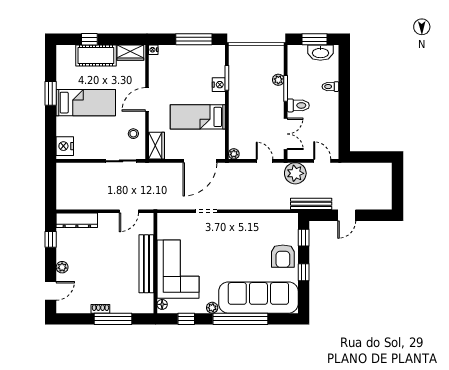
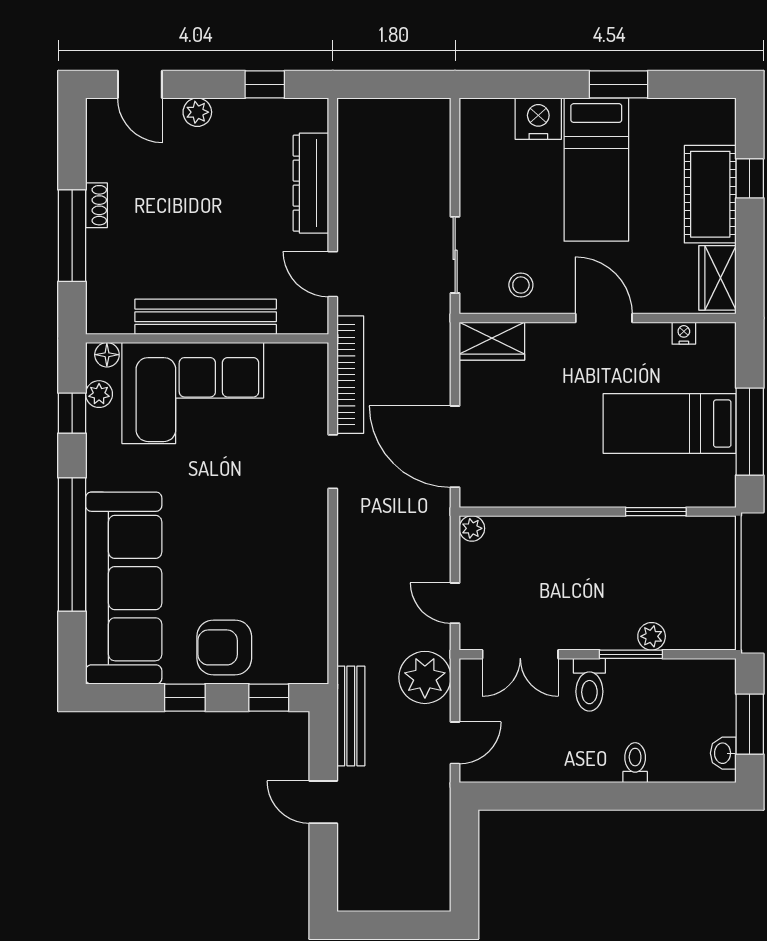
nightstand: (153, 50) -> (684, 333), moved
washbasin: (320, 53) -> (723, 753), width x0.52, depth x0.69
nightstand: (219, 85) -> (640, 492), removed
bed: (198, 117) -> (670, 424), moved, turned -90
nightstand: (65, 146) -> (538, 119), moved
door: (265, 161) -> (455, 603), swing flipped
bookcase: (170, 204) -> (350, 375), added
dresser: (77, 220) -> (311, 183), moved
plant: (212, 308) -> (99, 394), moved

